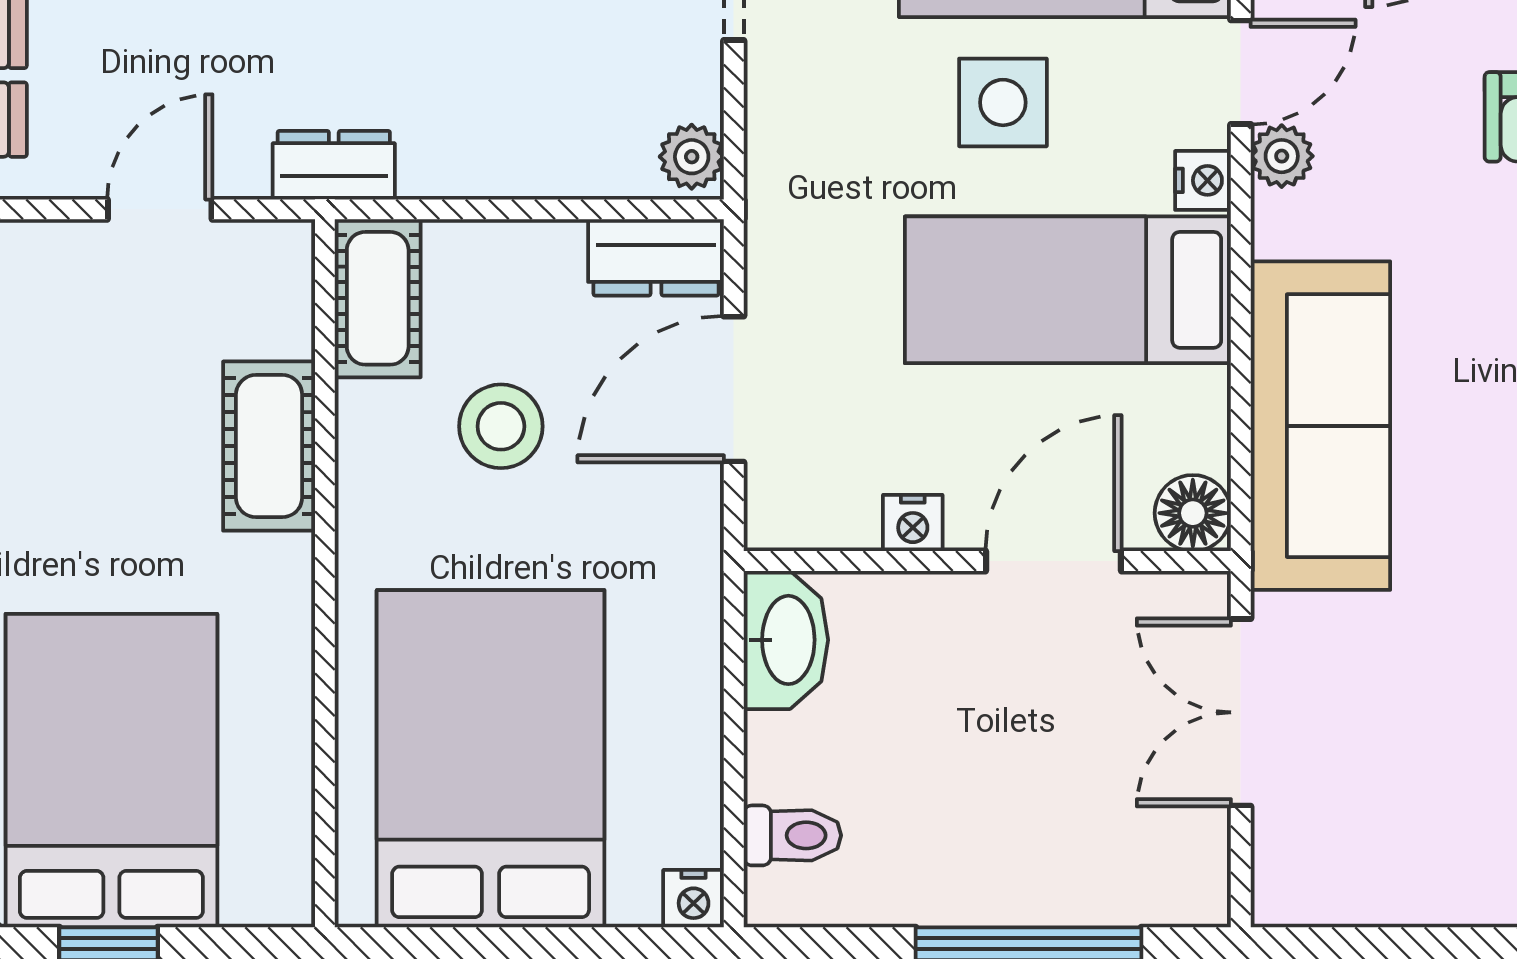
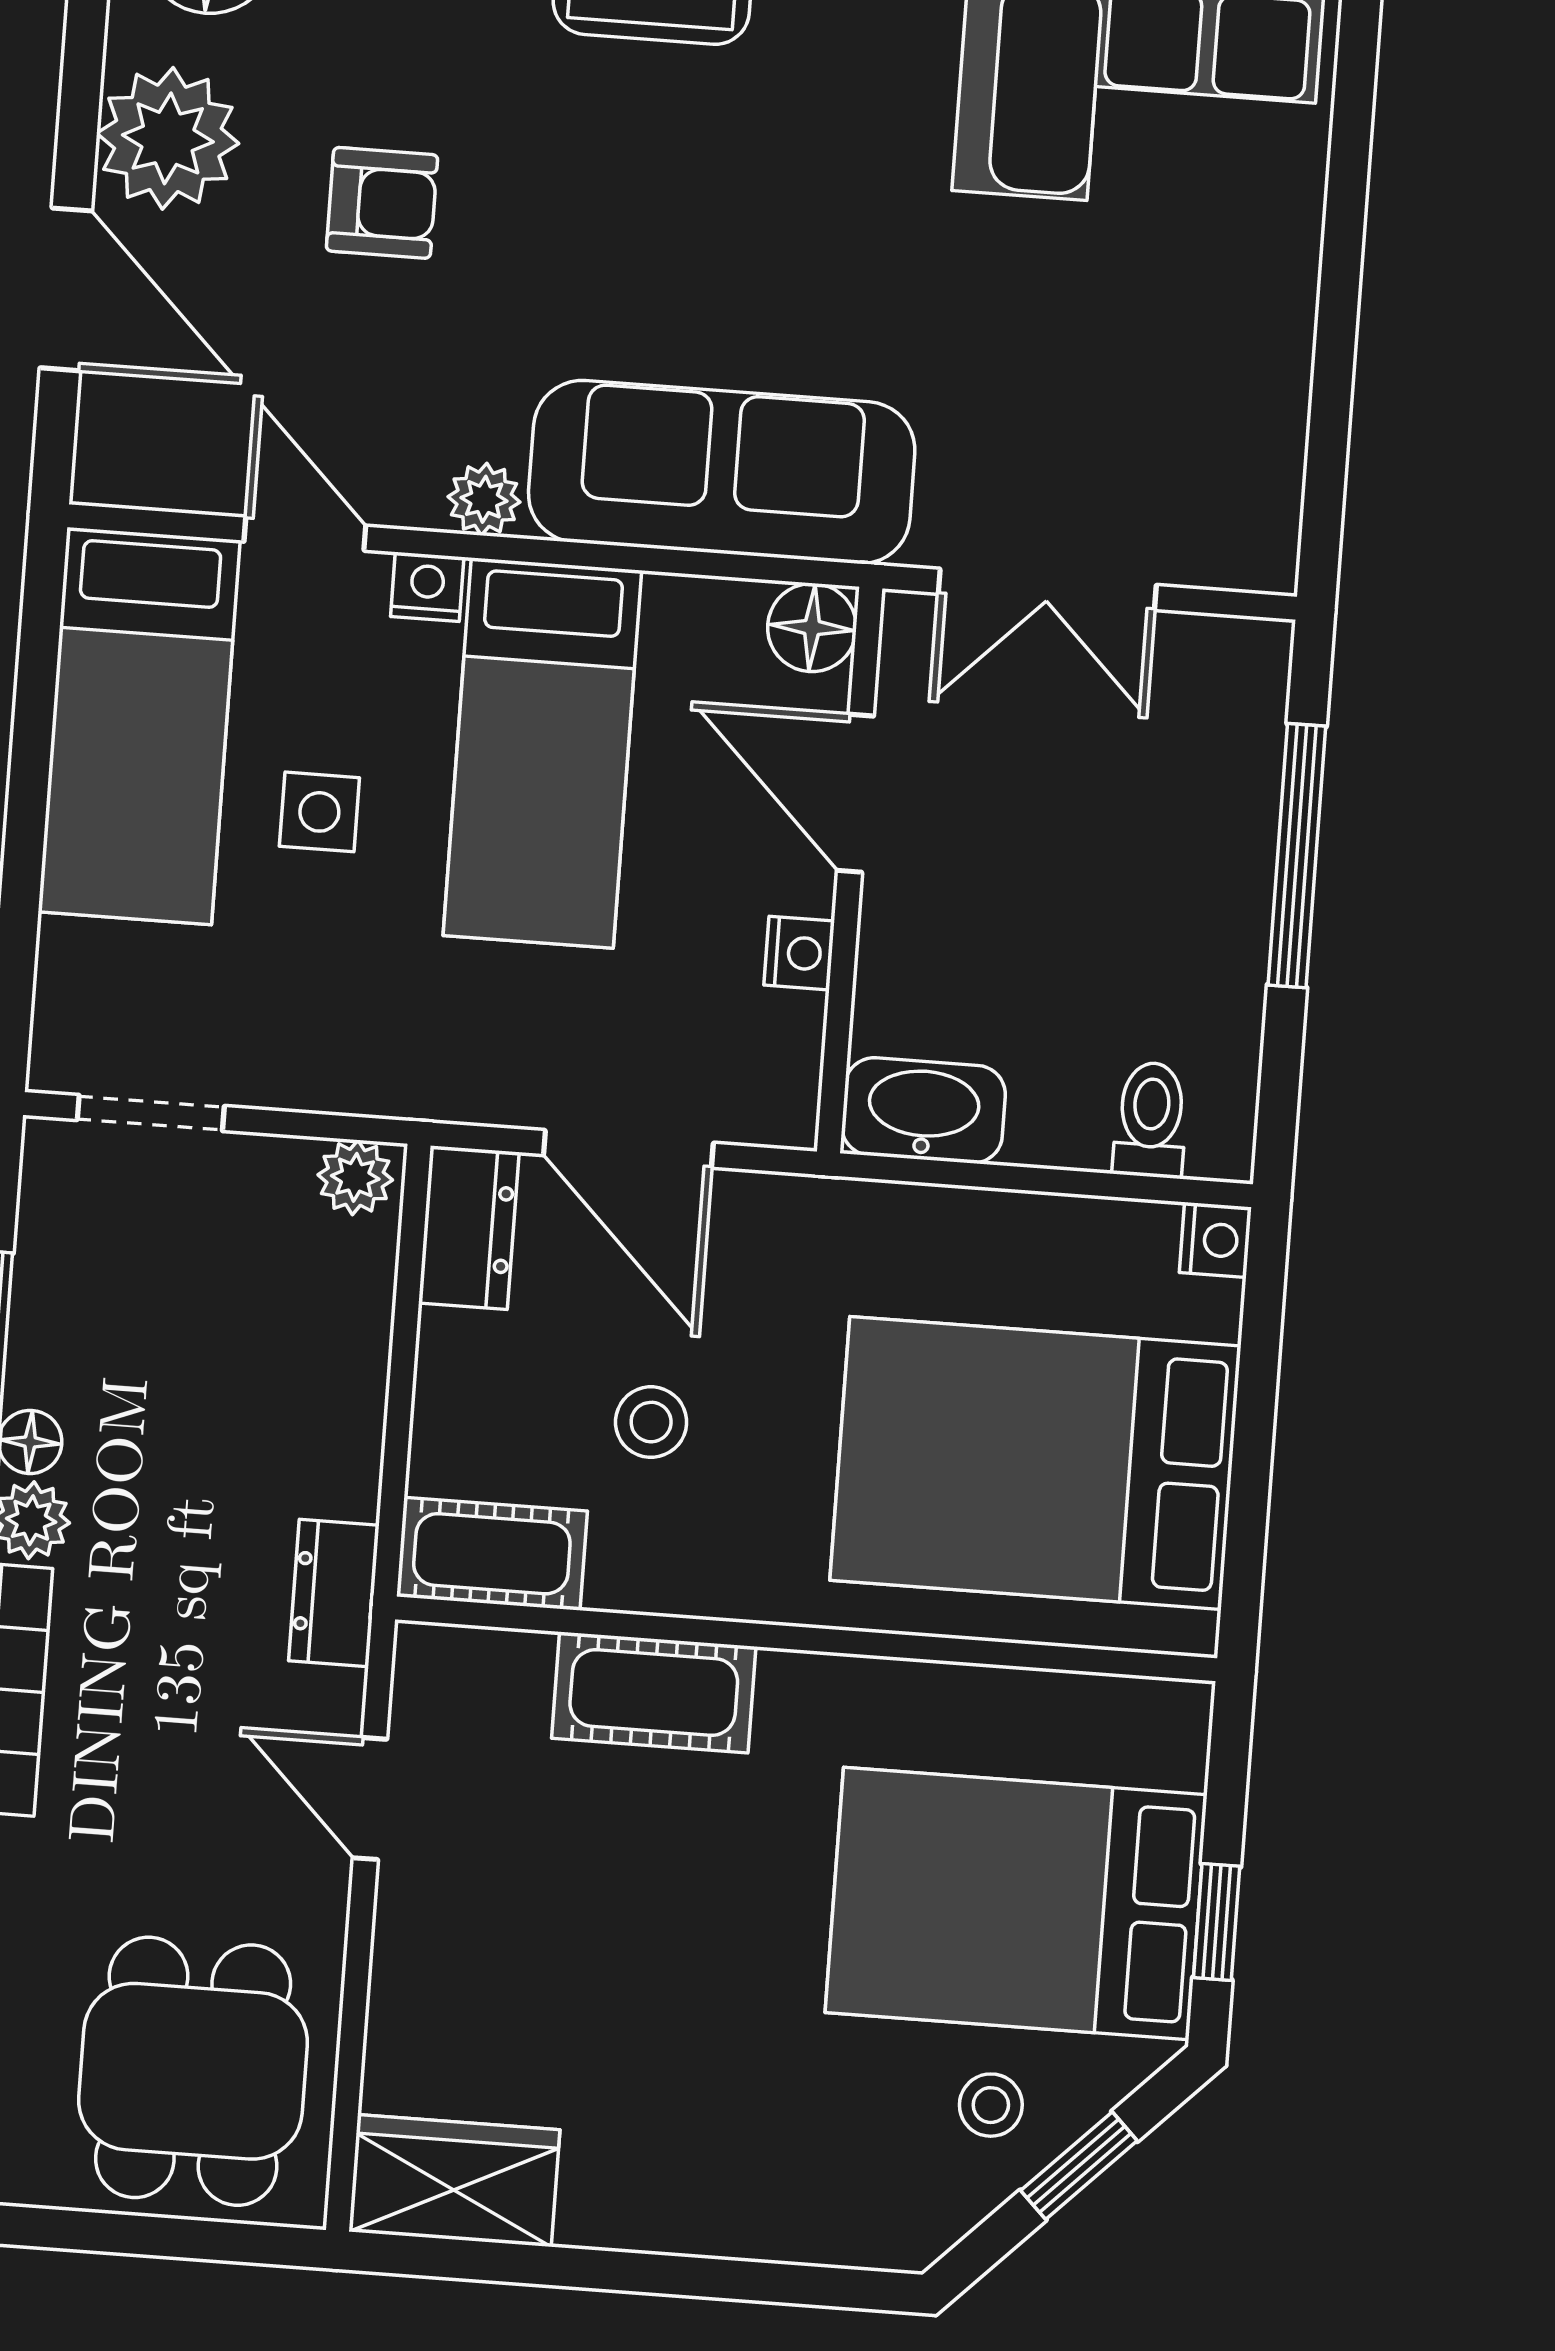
side table: (1003, 102) -> (319, 812), width x0.73, depth x0.73
plant: (1282, 156) -> (484, 499), moved
stool: (501, 426) -> (651, 1422), width x0.73, depth x0.73

